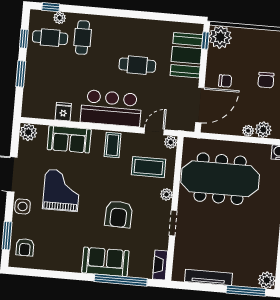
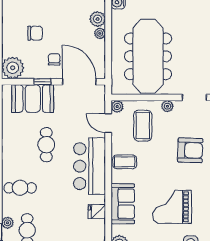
cafe table: (83, 37) -> (20, 188), moved
window: (205, 41) -> (42, 82), moved
chair: (266, 80) -> (35, 33), moved

